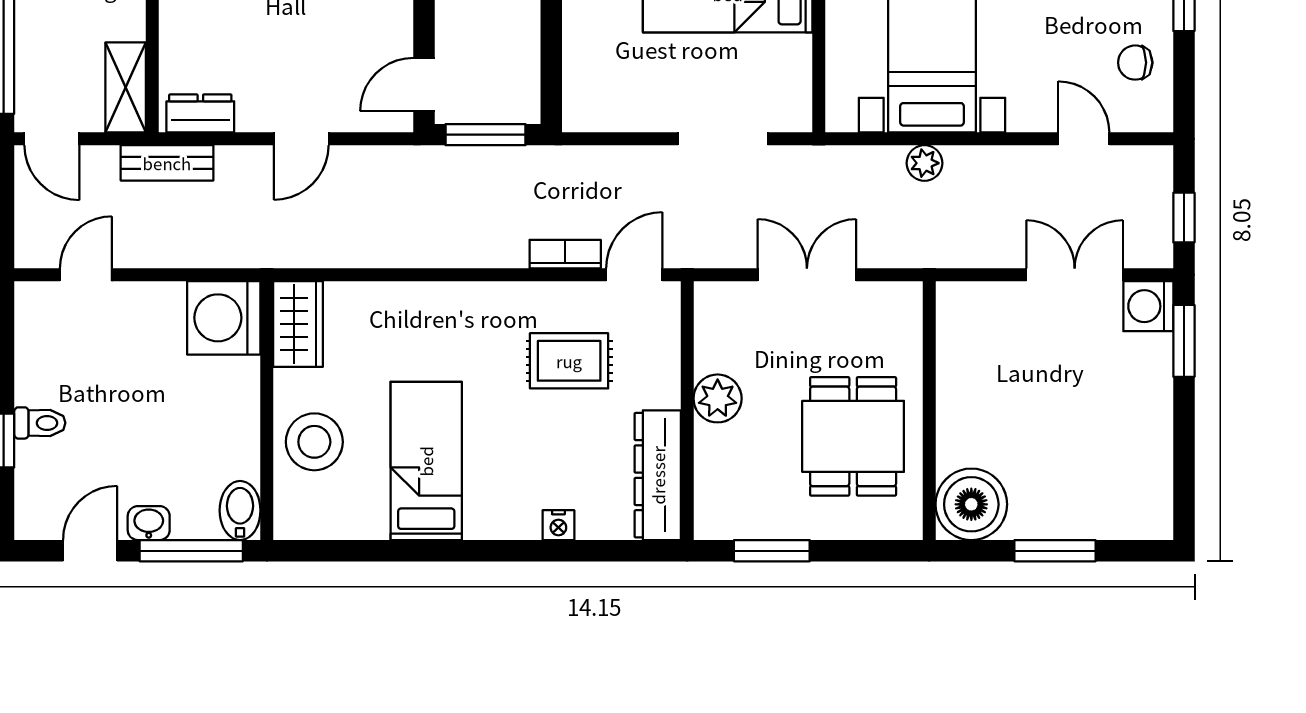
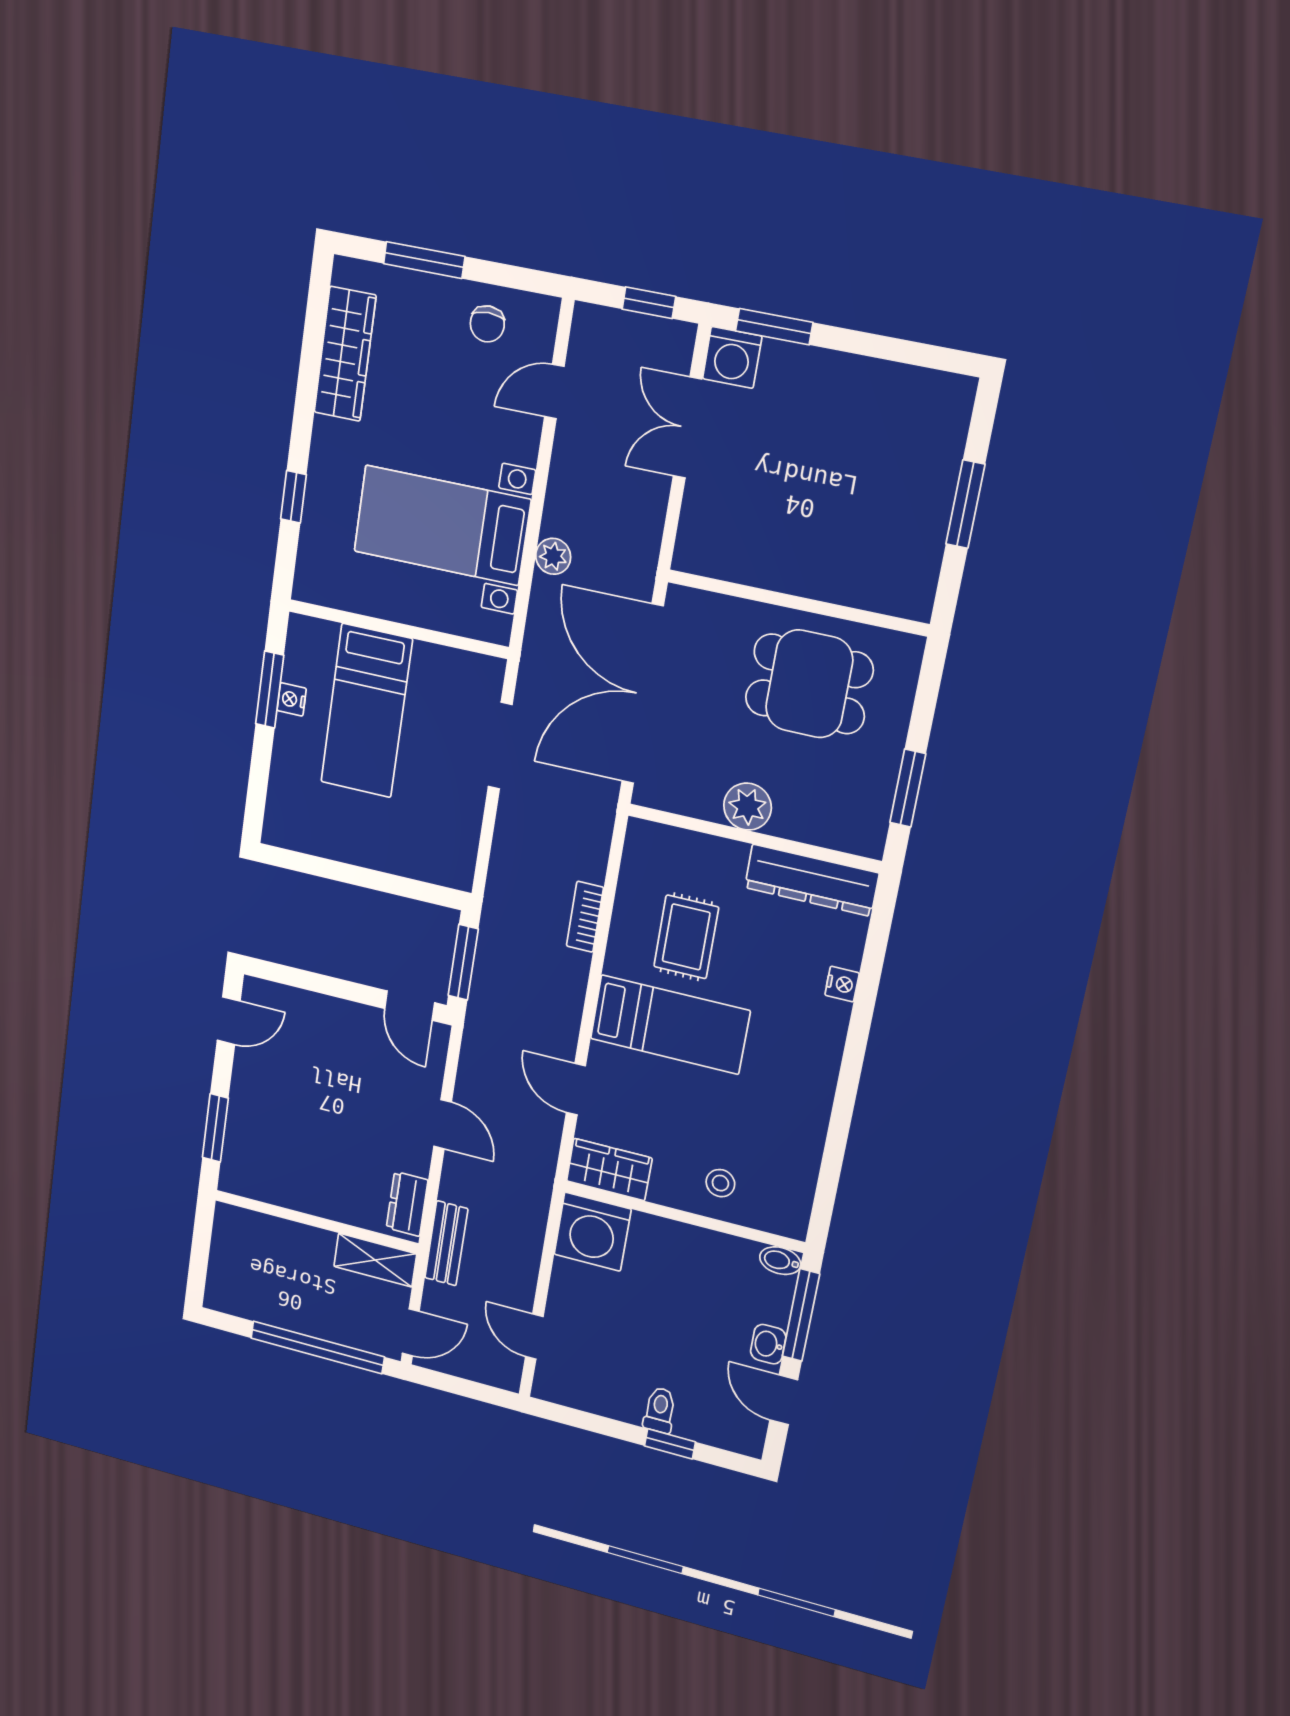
door: (634, 275) -> (576, 1089), moved
double door: (807, 275) -> (643, 694), width x1.87
stool: (314, 442) -> (720, 1183), width x0.53, depth x0.53
bed: (426, 461) -> (670, 1025), moved, turned 180
boiler: (971, 504) -> (900, 580), removed
bidet: (240, 510) -> (780, 1261), width x0.72, depth x0.74

